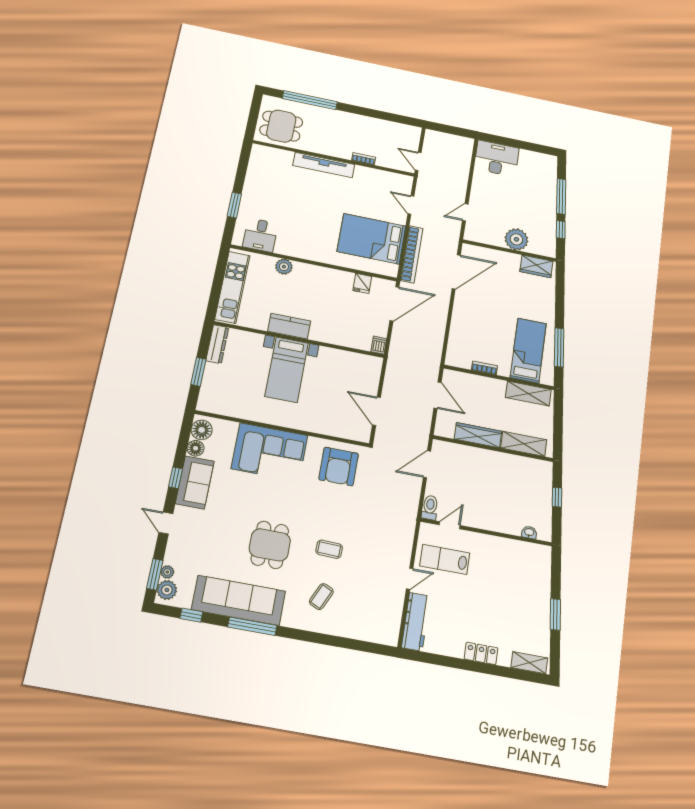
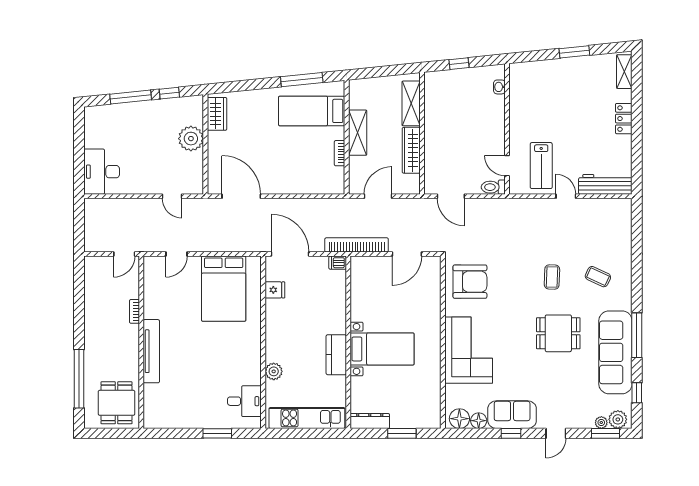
bookcase: (412, 254) -> (357, 245), moved
shelving: (528, 394) -> (358, 133), moved

